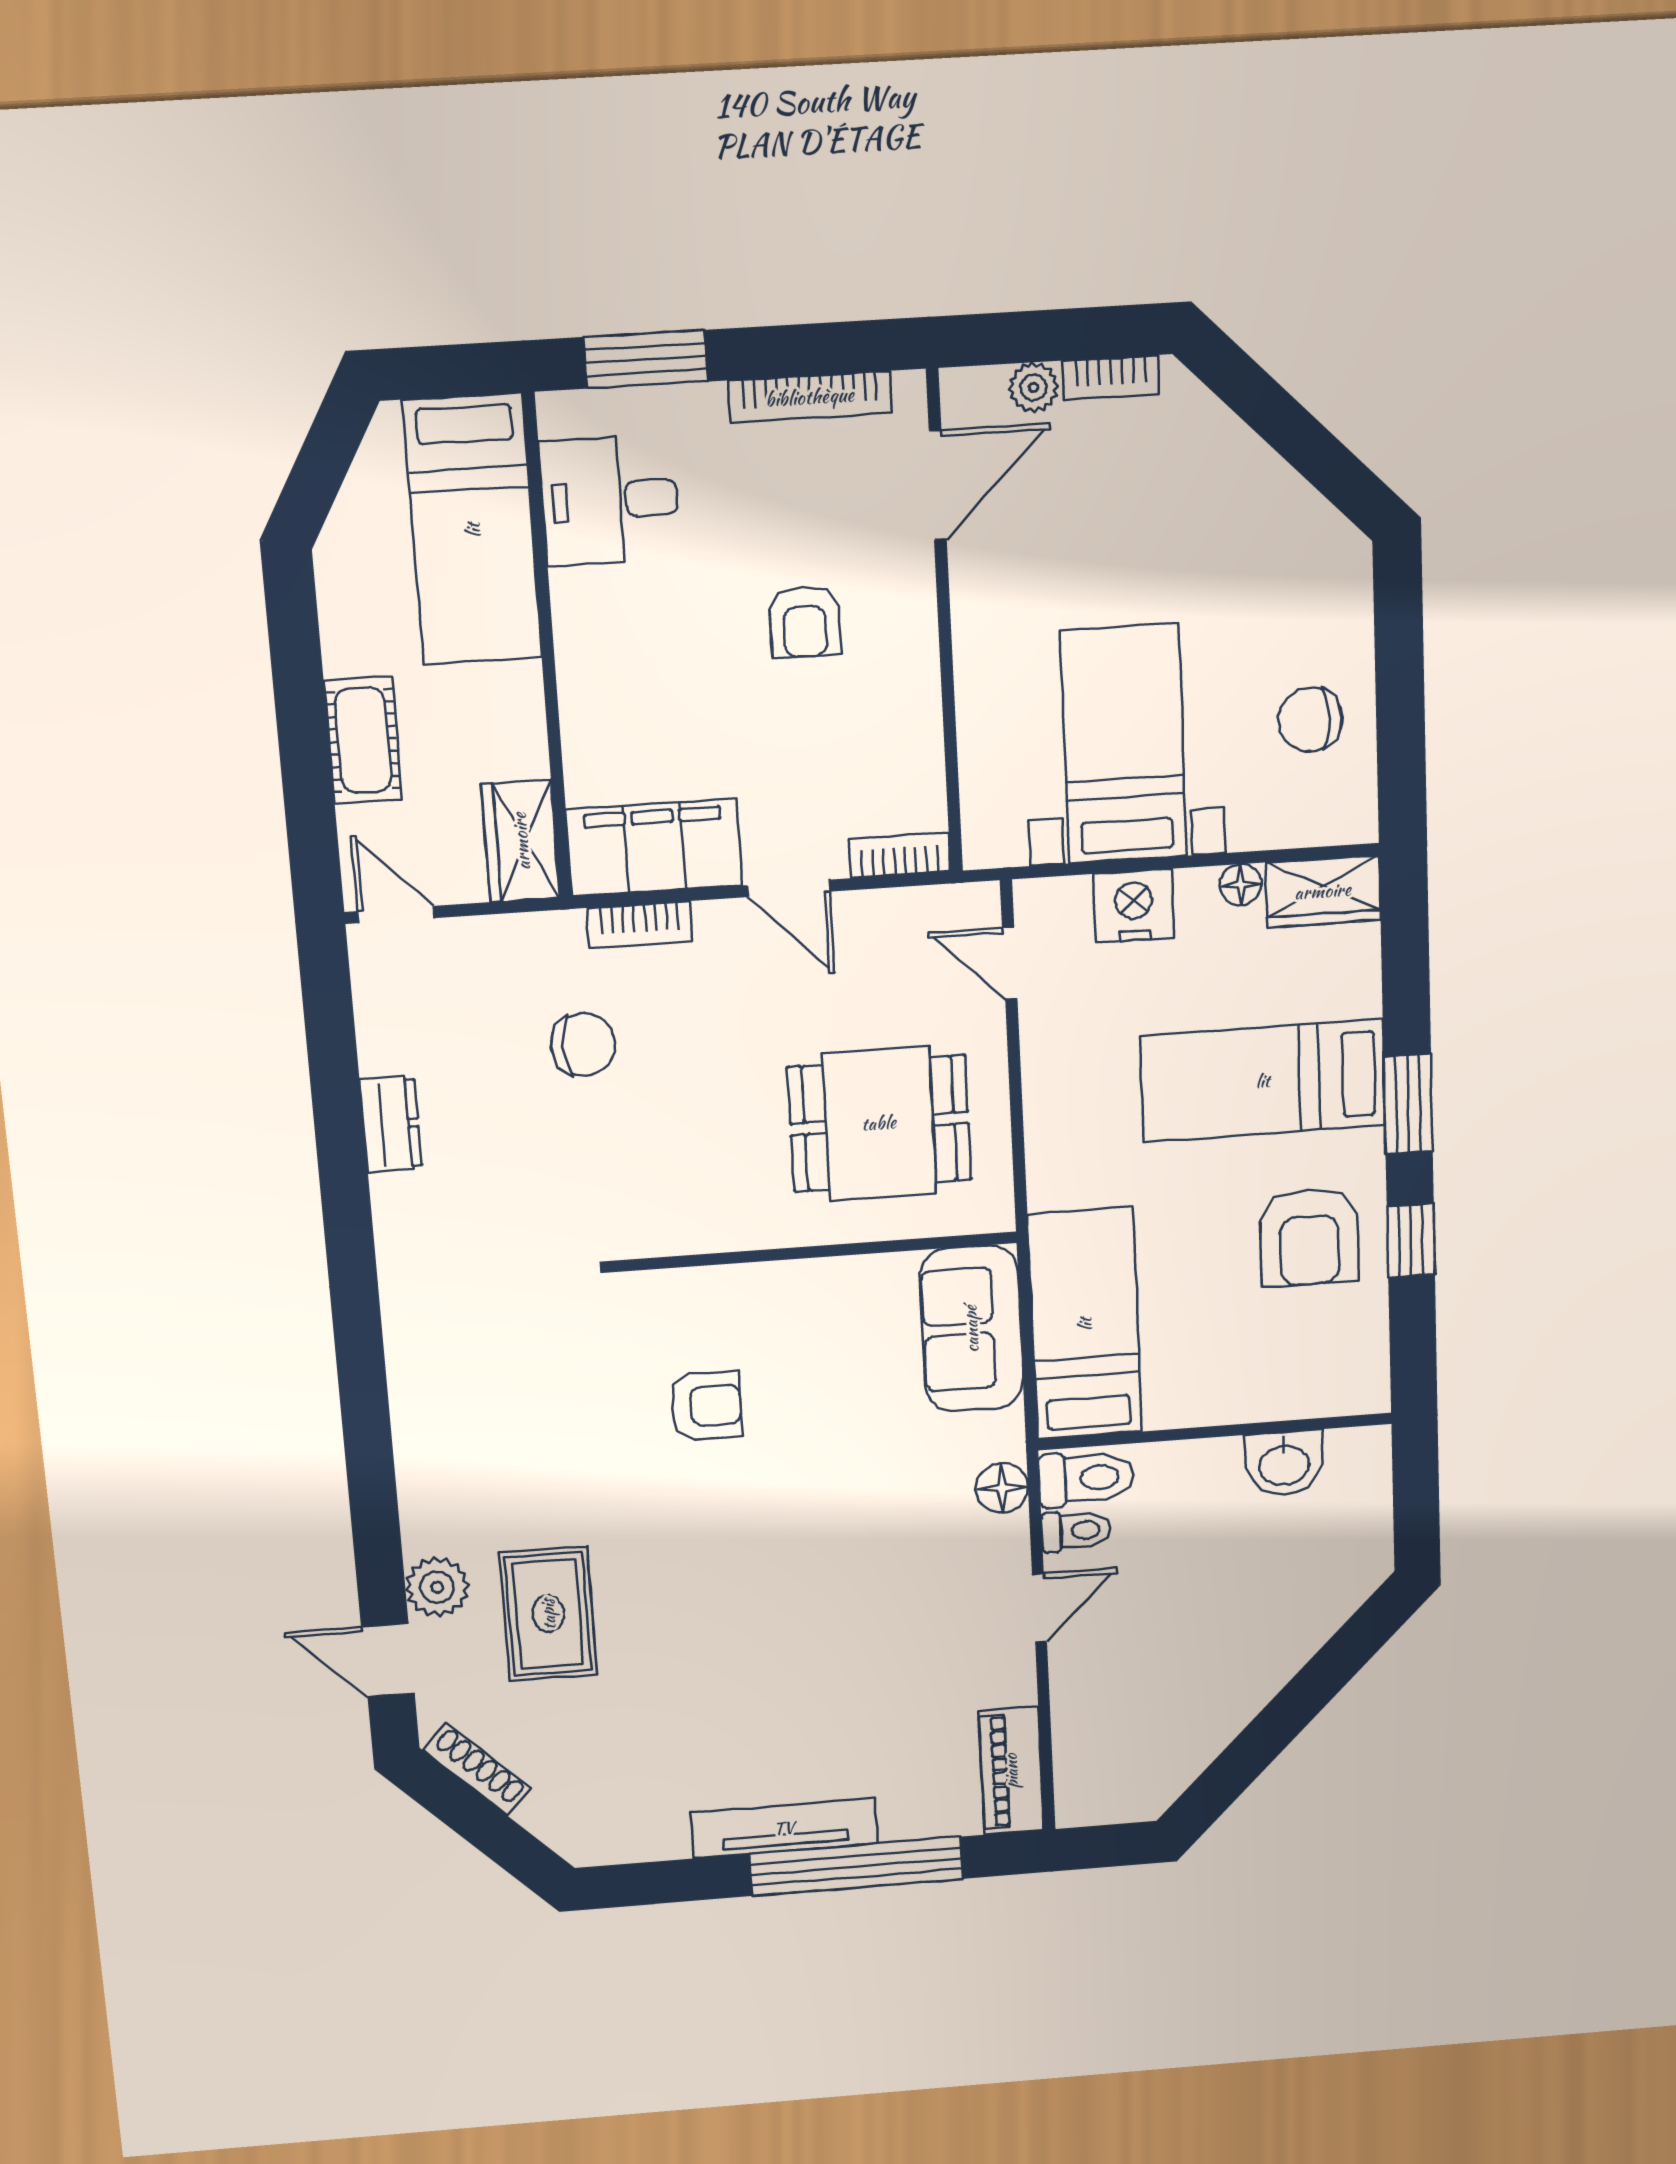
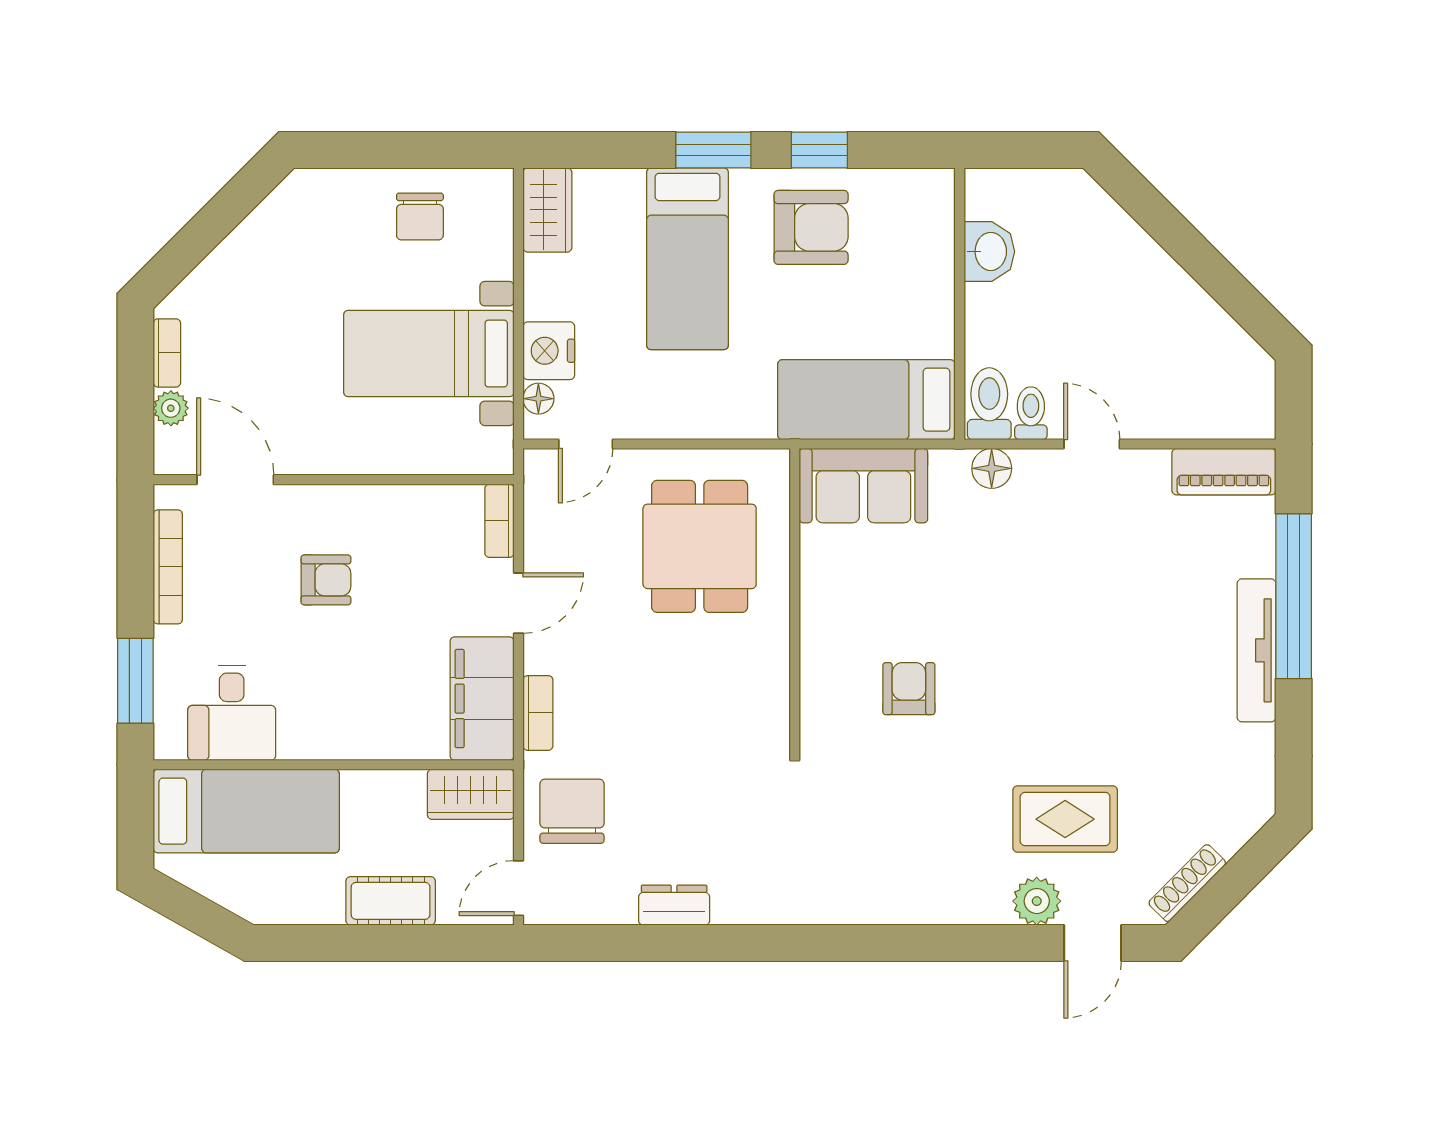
floor lamp: (1241, 885) -> (538, 399), moved
chair: (583, 1044) -> (572, 811), moved, width x1.37, depth x1.37

